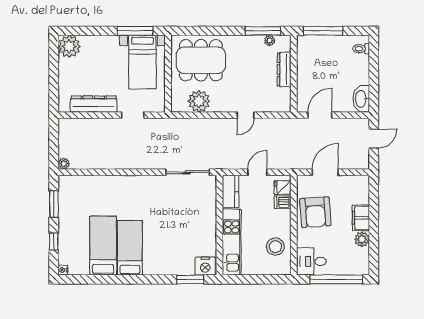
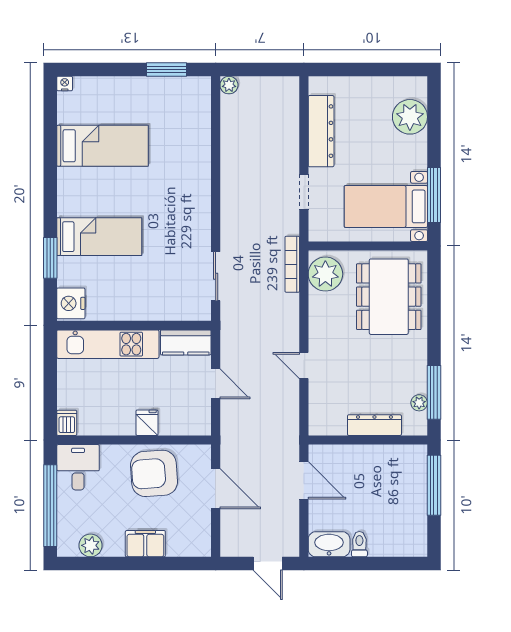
plant: (69, 46) -> (410, 117), moved
toilet: (361, 49) -> (359, 544), moved
plant: (199, 101) -> (325, 274), moved
bookcase: (180, 123) -> (292, 264), added
sliding door: (188, 172) -> (216, 276), width x0.73
fridge: (283, 188) -> (147, 423), moved
dishwasher: (283, 202) -> (67, 423), moved
plant: (362, 239) -> (91, 545), moved
window: (54, 242) -> (109, 70), removed
stool: (275, 247) -> (101, 412), removed
bed: (130, 248) -> (99, 237), moved
window: (190, 279) -> (50, 258), moved

